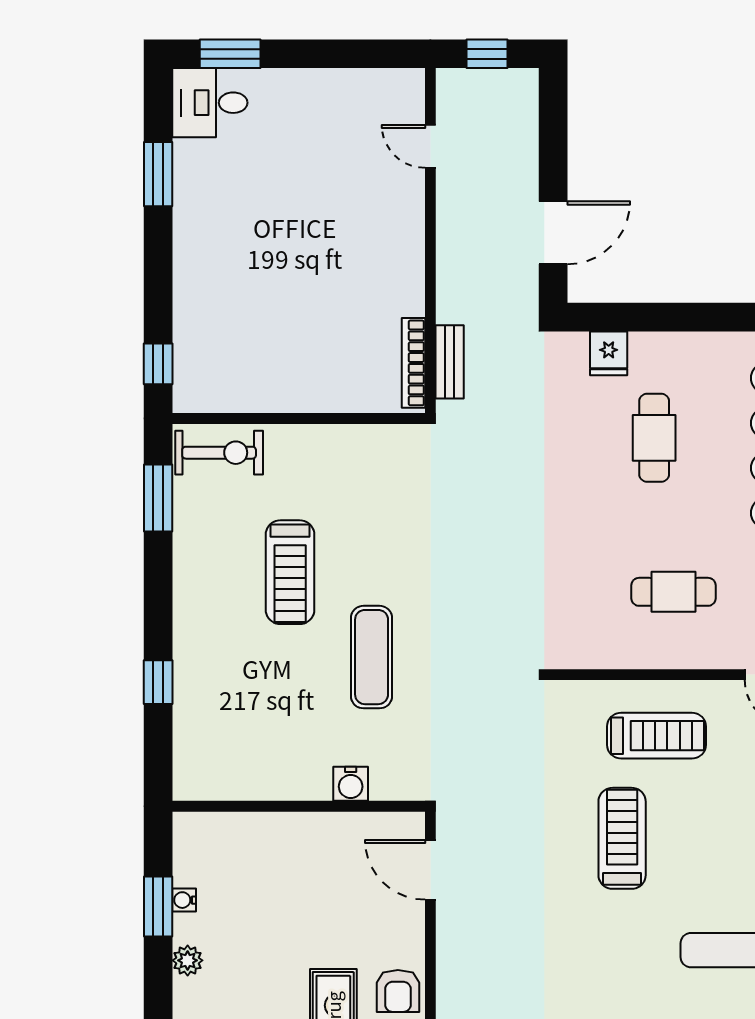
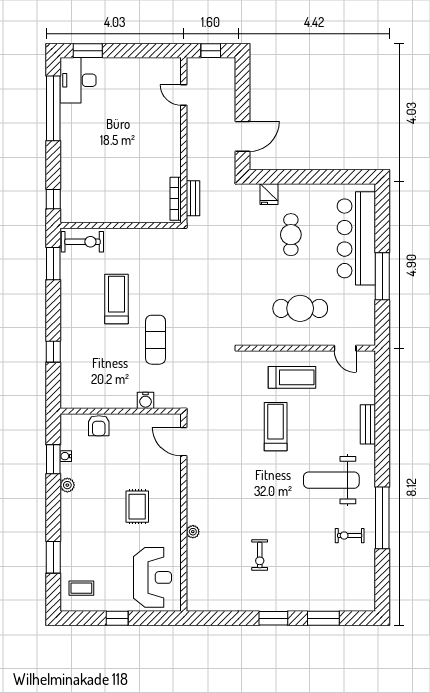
desk: (210, 103) -> (78, 80), width x1.37
window: (158, 174) -> (53, 108), width x2.11
treadmill: (290, 572) -> (116, 299), turned 180
cafe table: (673, 592) -> (300, 308), width x1.37, depth x1.35
armchair: (398, 991) -> (99, 426), moved

